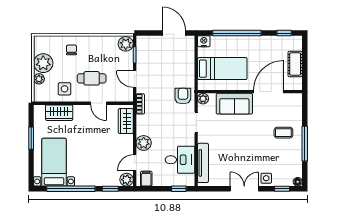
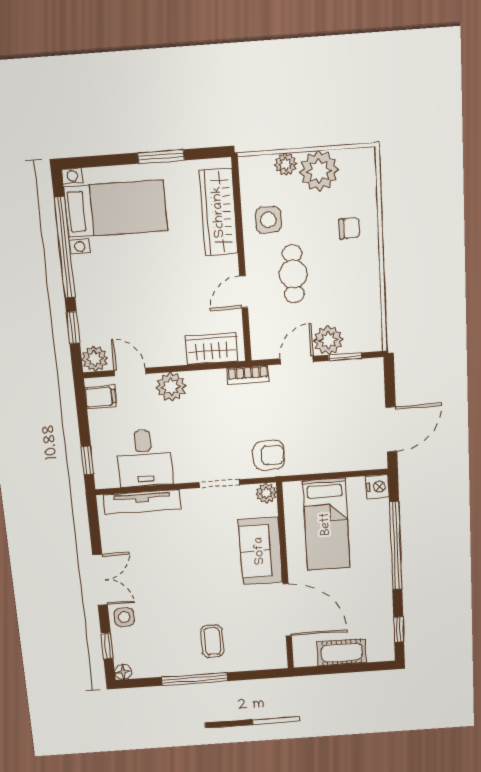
plant: (126, 44) -> (328, 340), moved
wardrobe: (59, 113) -> (219, 212), width x1.50

